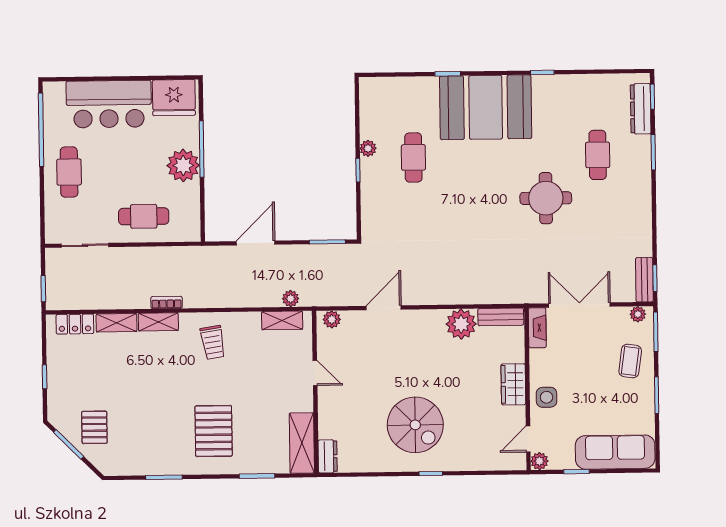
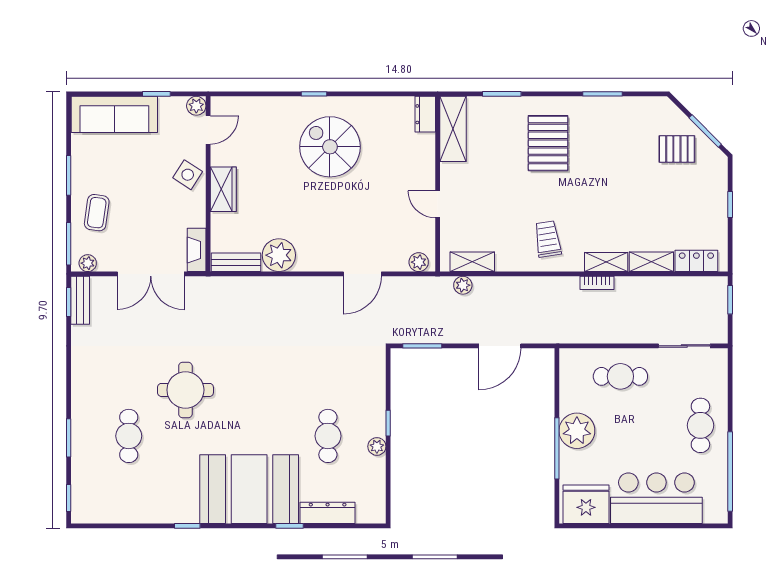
dresser: (641, 109) -> (328, 513), moved, turned -90
side table: (547, 397) -> (188, 175), turned 33
pallet: (94, 427) -> (677, 149), turned 90

